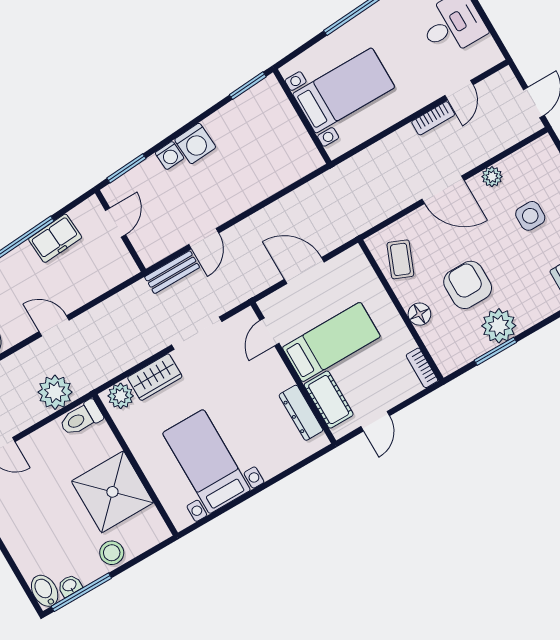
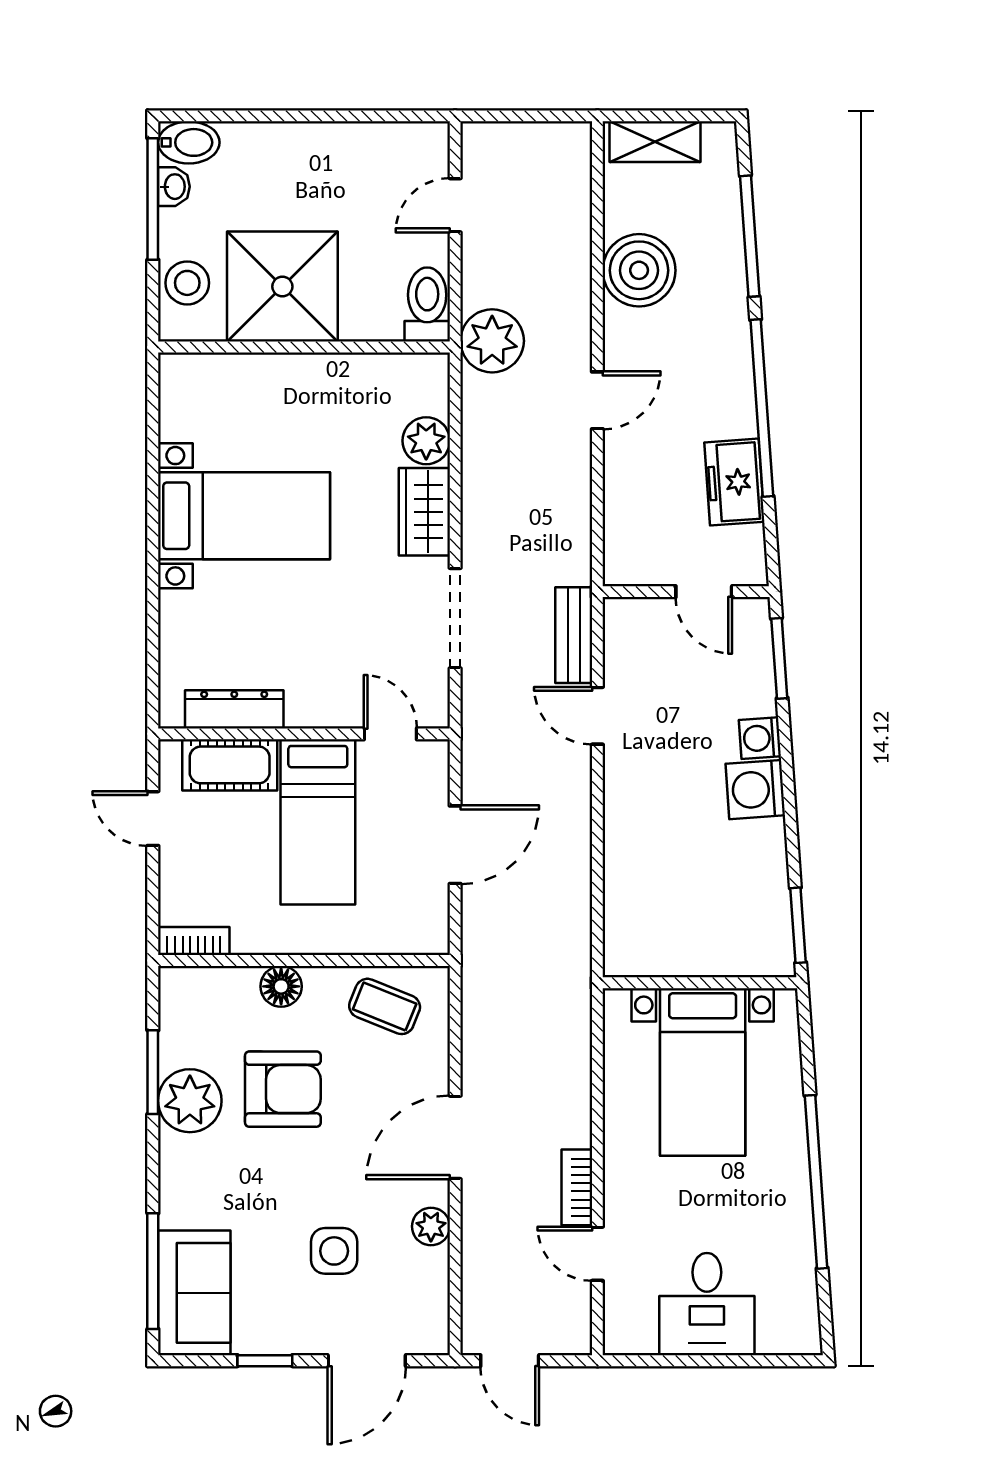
toilet: (81, 418) -> (427, 305), moved
wall: (135, 465) -> (304, 347), moved
shower: (112, 492) -> (282, 287), moved

